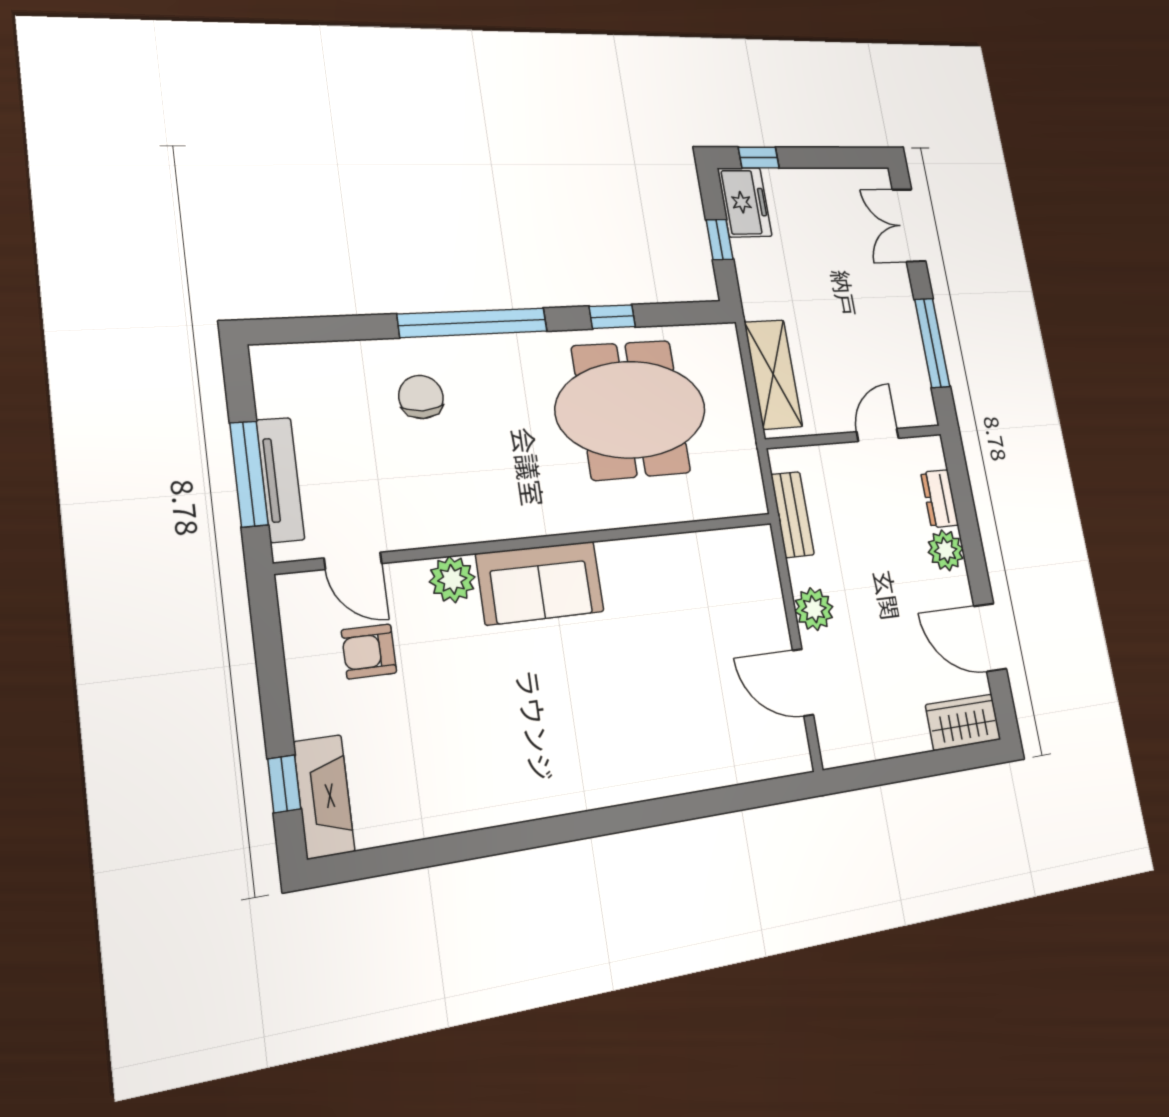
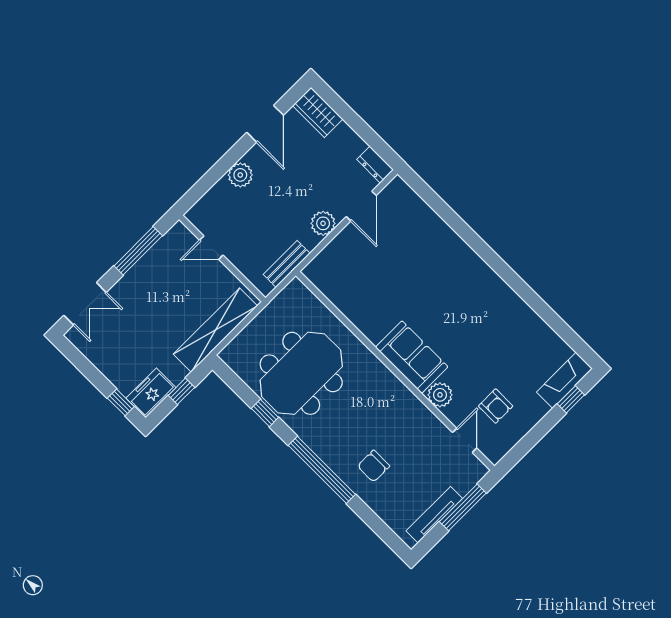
shelving: (773, 374) -> (215, 330), width x1.47
meeting table: (631, 410) -> (301, 373), turned 90
tv unit: (280, 480) -> (434, 515), moved
dresser: (940, 499) -> (375, 165), moved, turned 90

